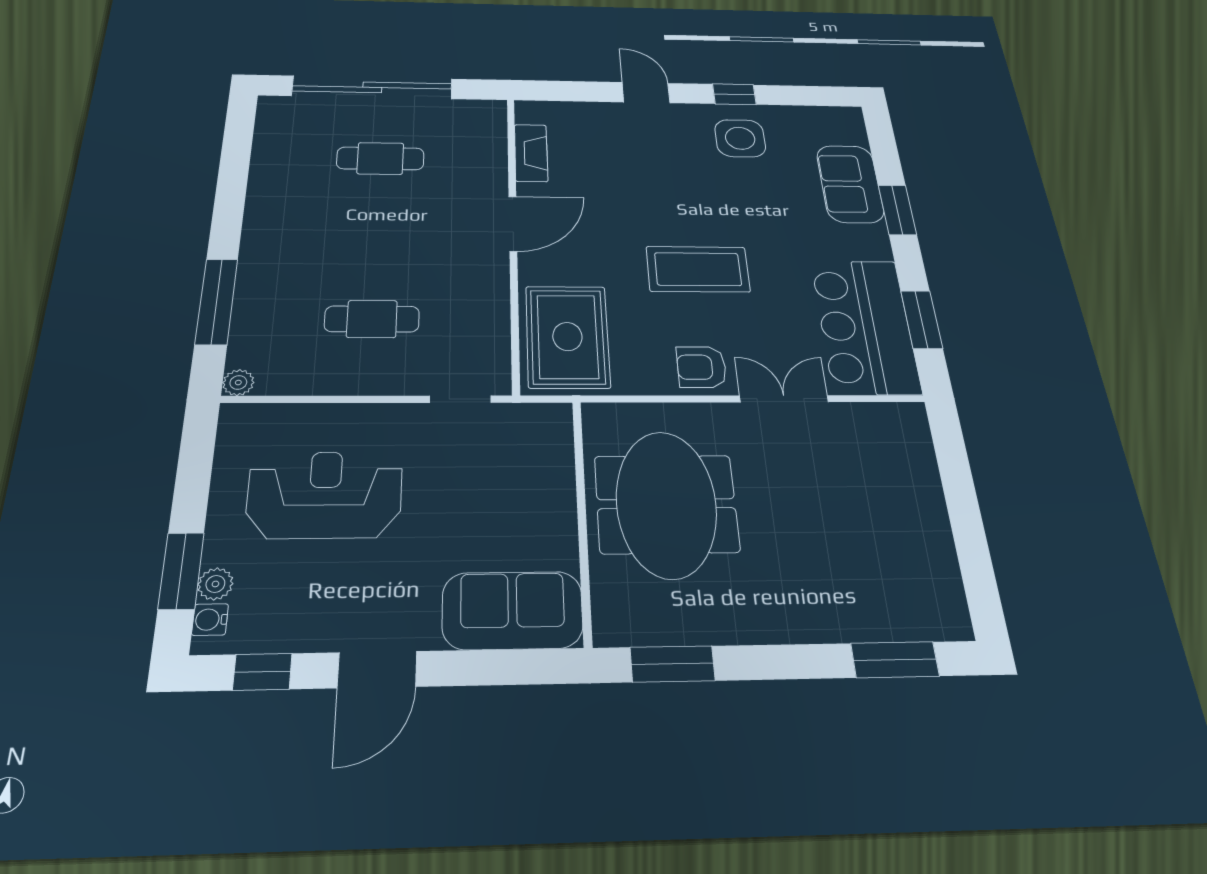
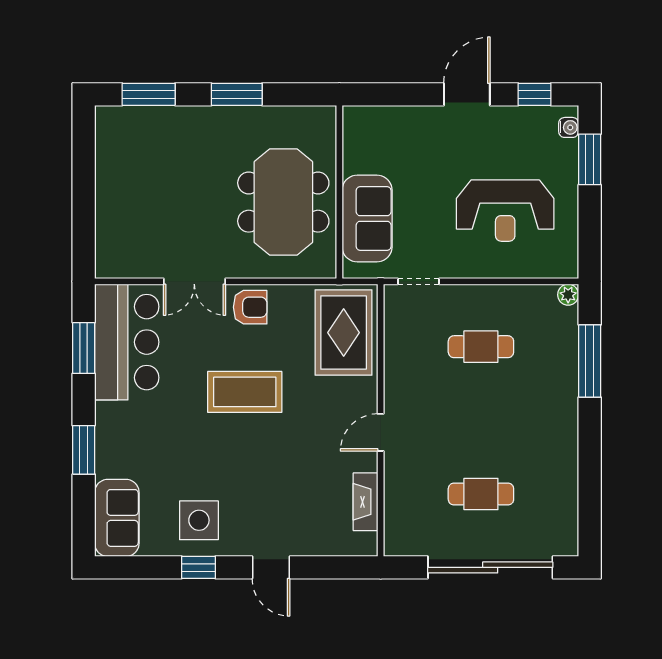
sofa: (850, 184) -> (117, 518), moved
door: (513, 224) -> (381, 432), width x0.73
plant: (215, 584) -> (568, 150), removed
sofa: (512, 610) -> (367, 219), moved, turned -90
window: (672, 664) -> (237, 94), moved

